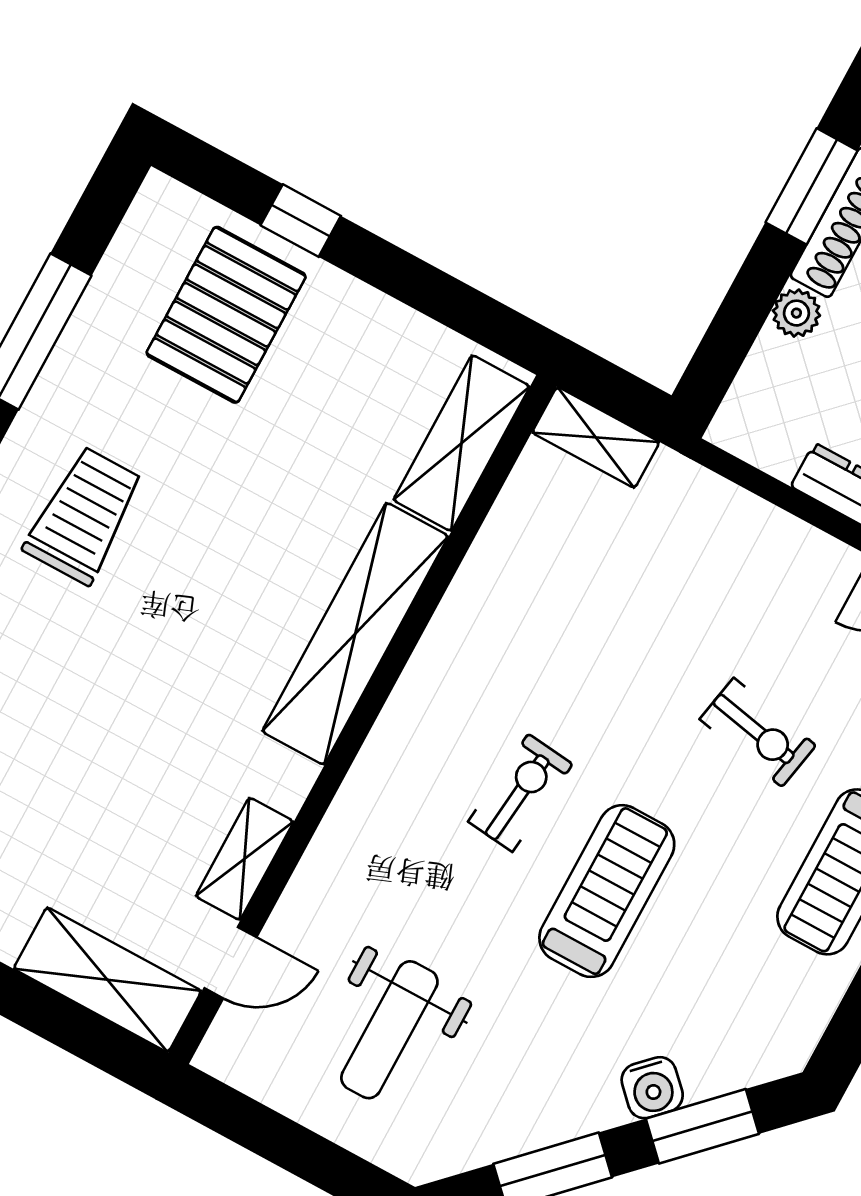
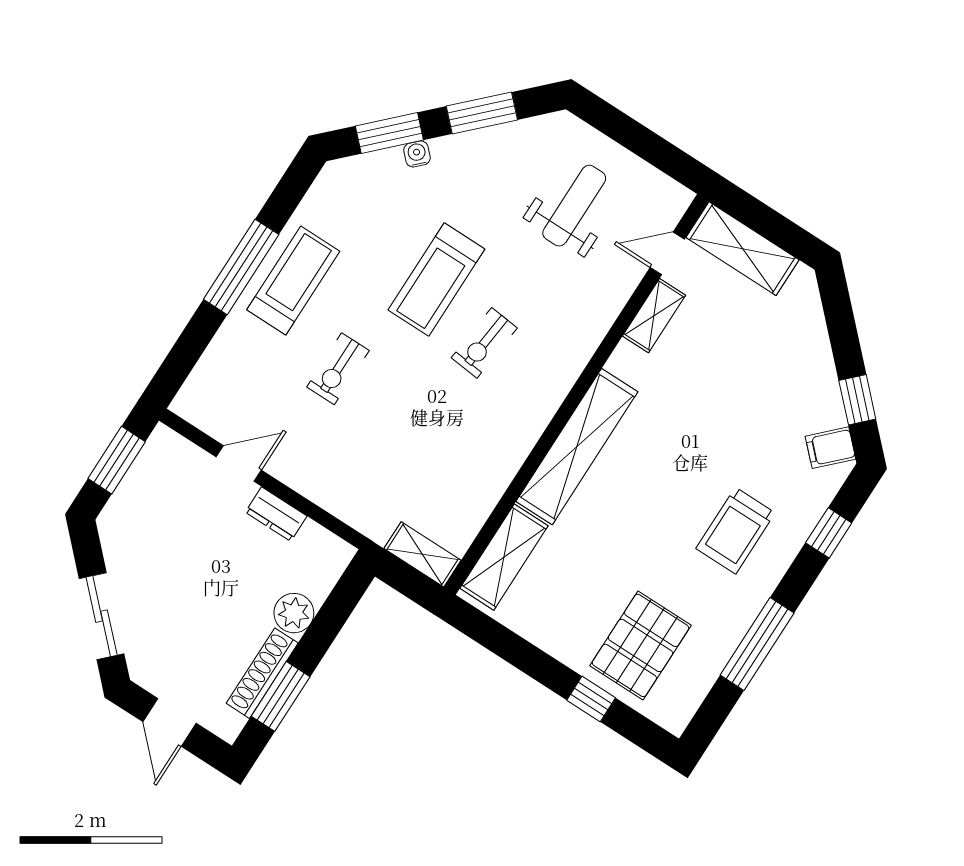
plant: (796, 313) -> (294, 613), width x1.38, depth x1.38
exercise bike: (758, 732) -> (338, 369), turned -101
water cooler: (652, 1088) -> (417, 154), width x0.72, depth x0.72

